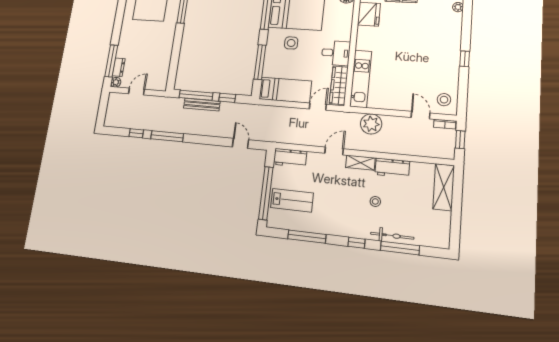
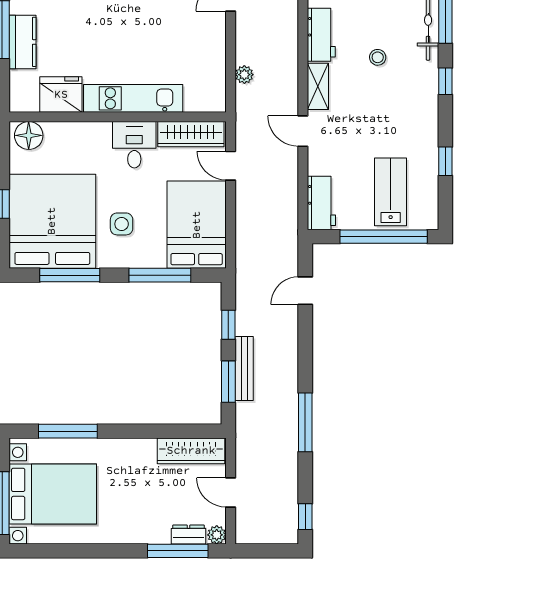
wardrobe: (162, 72) -> (191, 451), added
kitchen unit: (361, 79) -> (133, 98), moved
bed: (285, 90) -> (197, 225), width x1.50
window: (196, 95) -> (228, 382), width x0.69
plant: (371, 124) -> (244, 75), width x0.53, depth x0.53
window: (136, 133) -> (305, 517), moved
window: (307, 237) -> (445, 161), width x0.46

